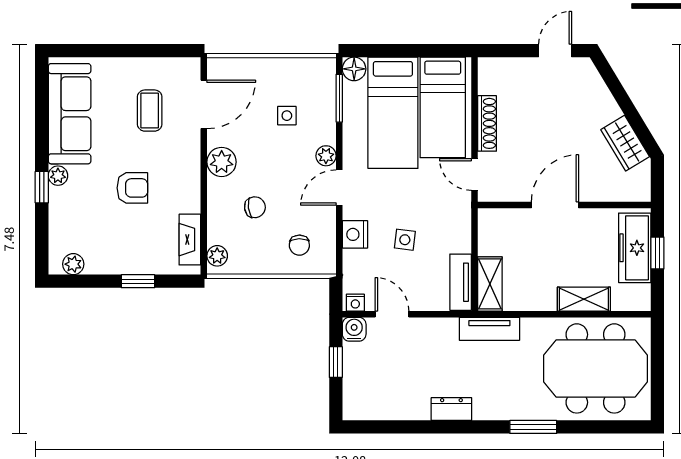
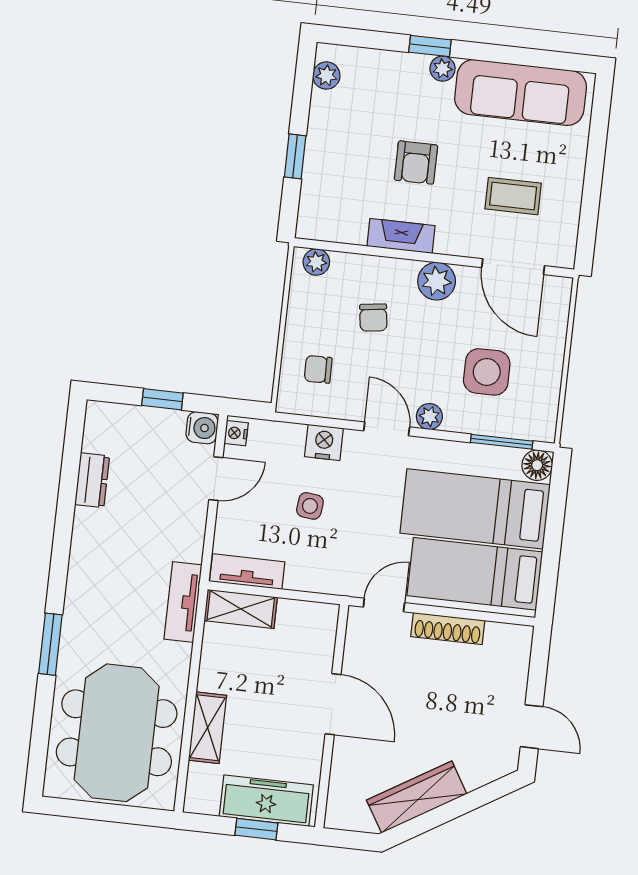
side table: (287, 116) -> (487, 372), width x1.87, depth x1.87
wardrobe: (625, 143) -> (417, 797), width x1.50
fireplace: (190, 240) -> (401, 236), moved
dresser: (451, 409) -> (92, 480), moved

